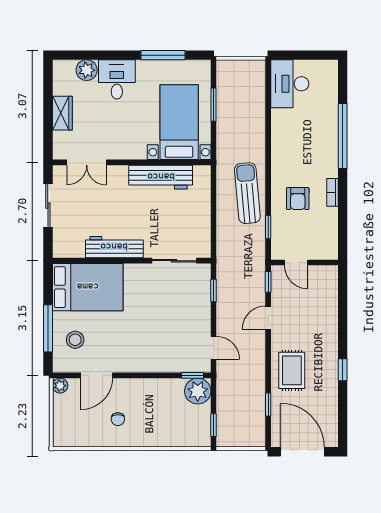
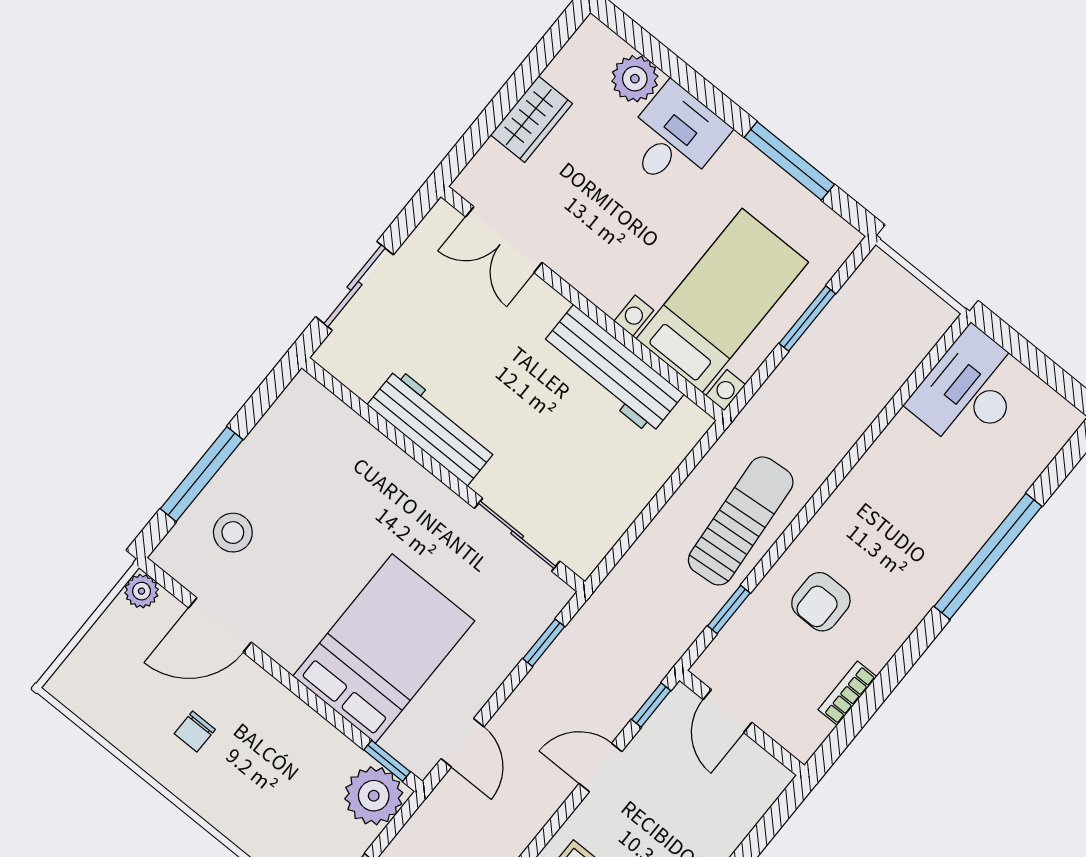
bookcase: (333, 192) -> (847, 693), moved
sliding door: (48, 206) -> (355, 286), moved
bed: (88, 287) -> (384, 648), moved, turned -90

